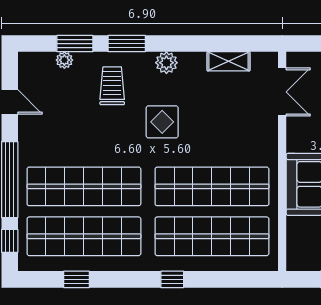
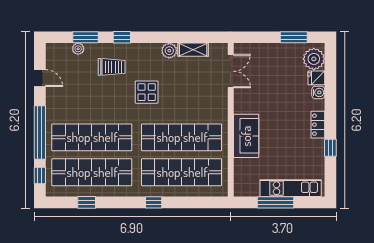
window: (127, 44) -> (122, 37), width x0.67
plant: (166, 63) -> (169, 51), moved
trolley: (112, 86) -> (112, 67), turned 90

